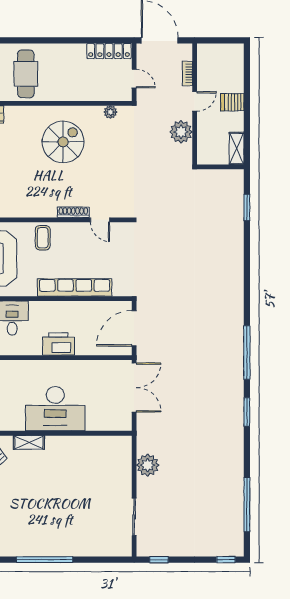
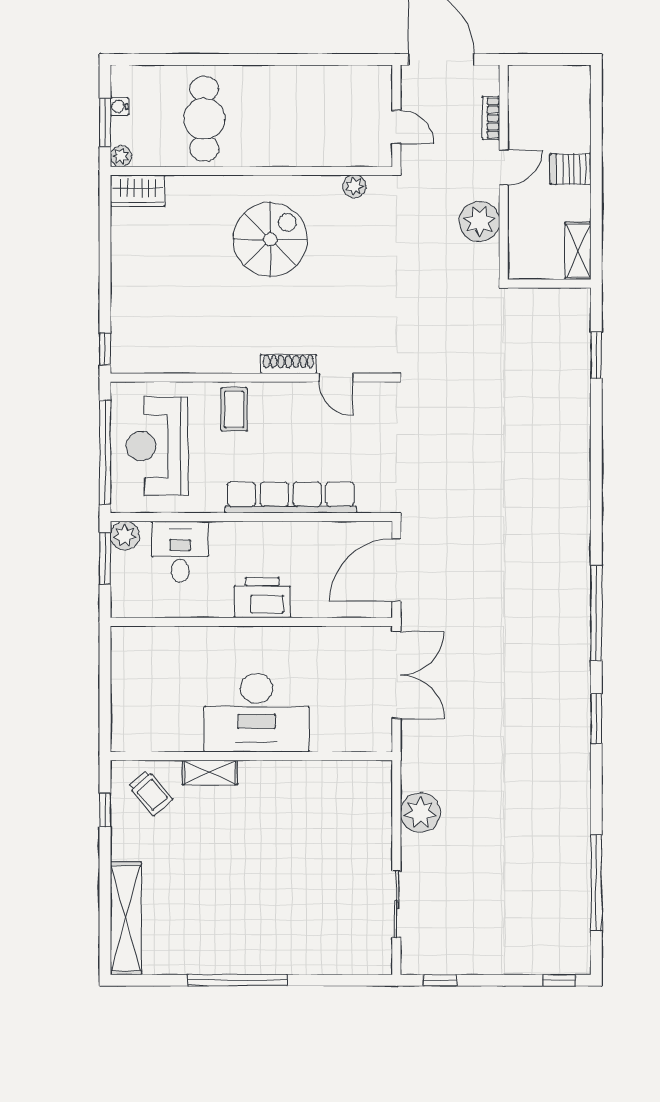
locker: (109, 51) -> (352, 78), removed

